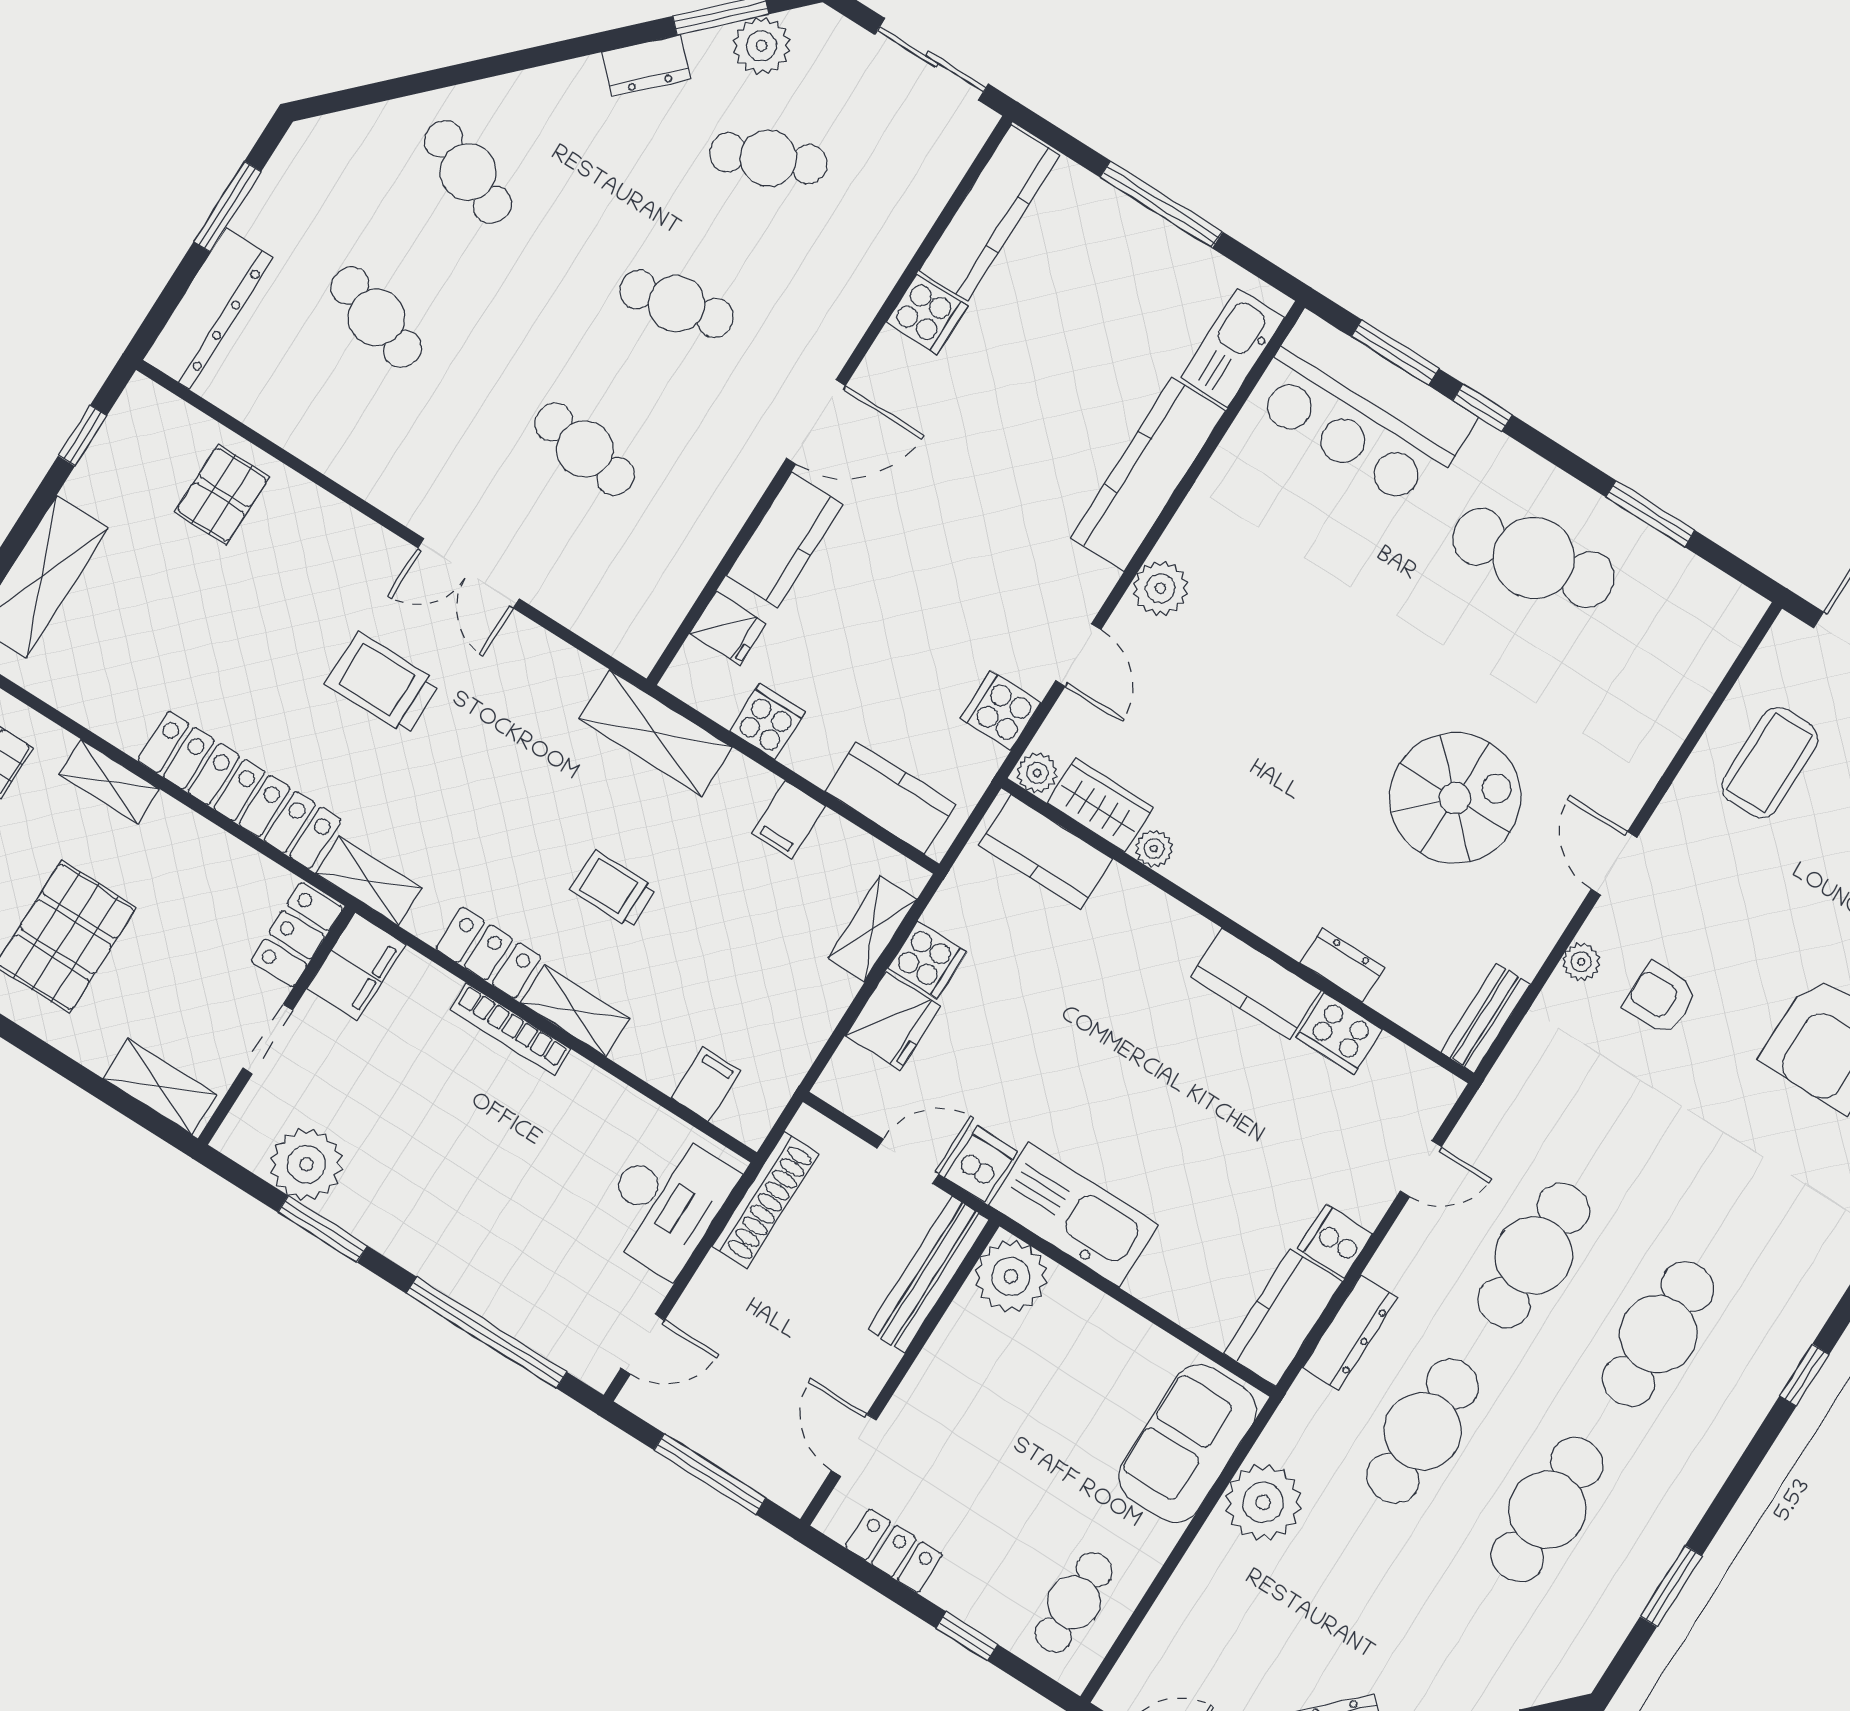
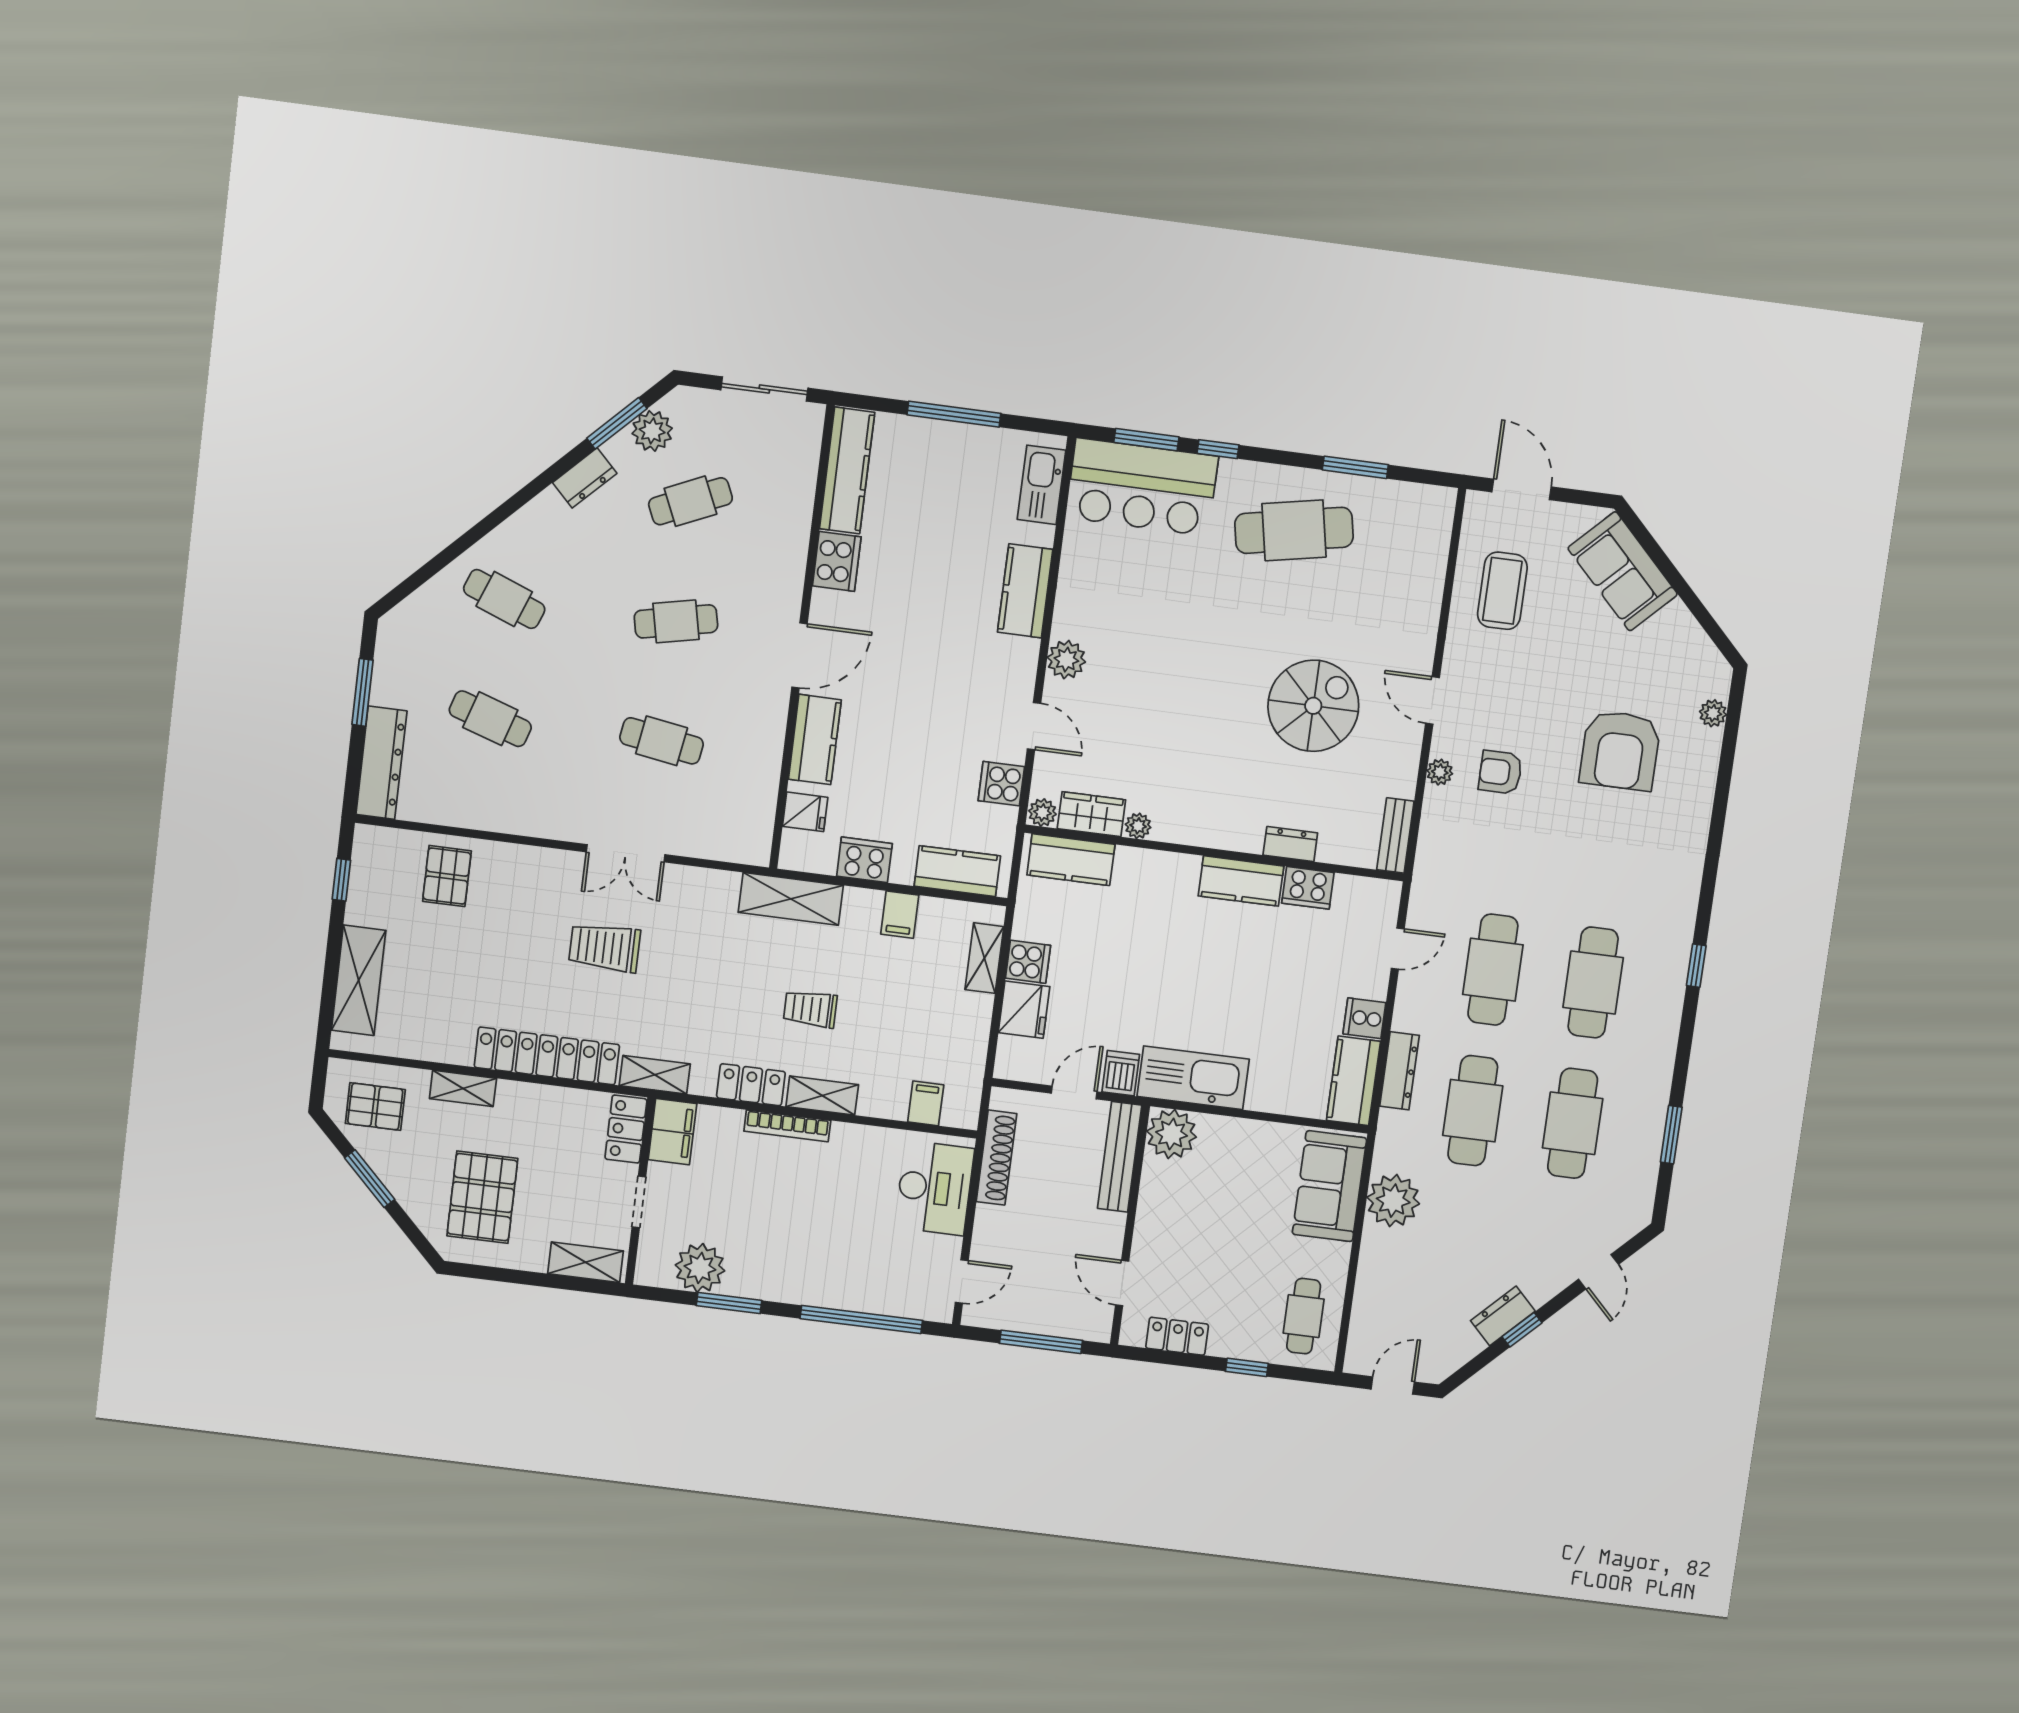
cooker: (927, 314) -> (837, 561), width x1.36
kitchen counter: (1148, 474) -> (1025, 591), width x0.67
cooker: (767, 721) -> (864, 860), width x1.36

